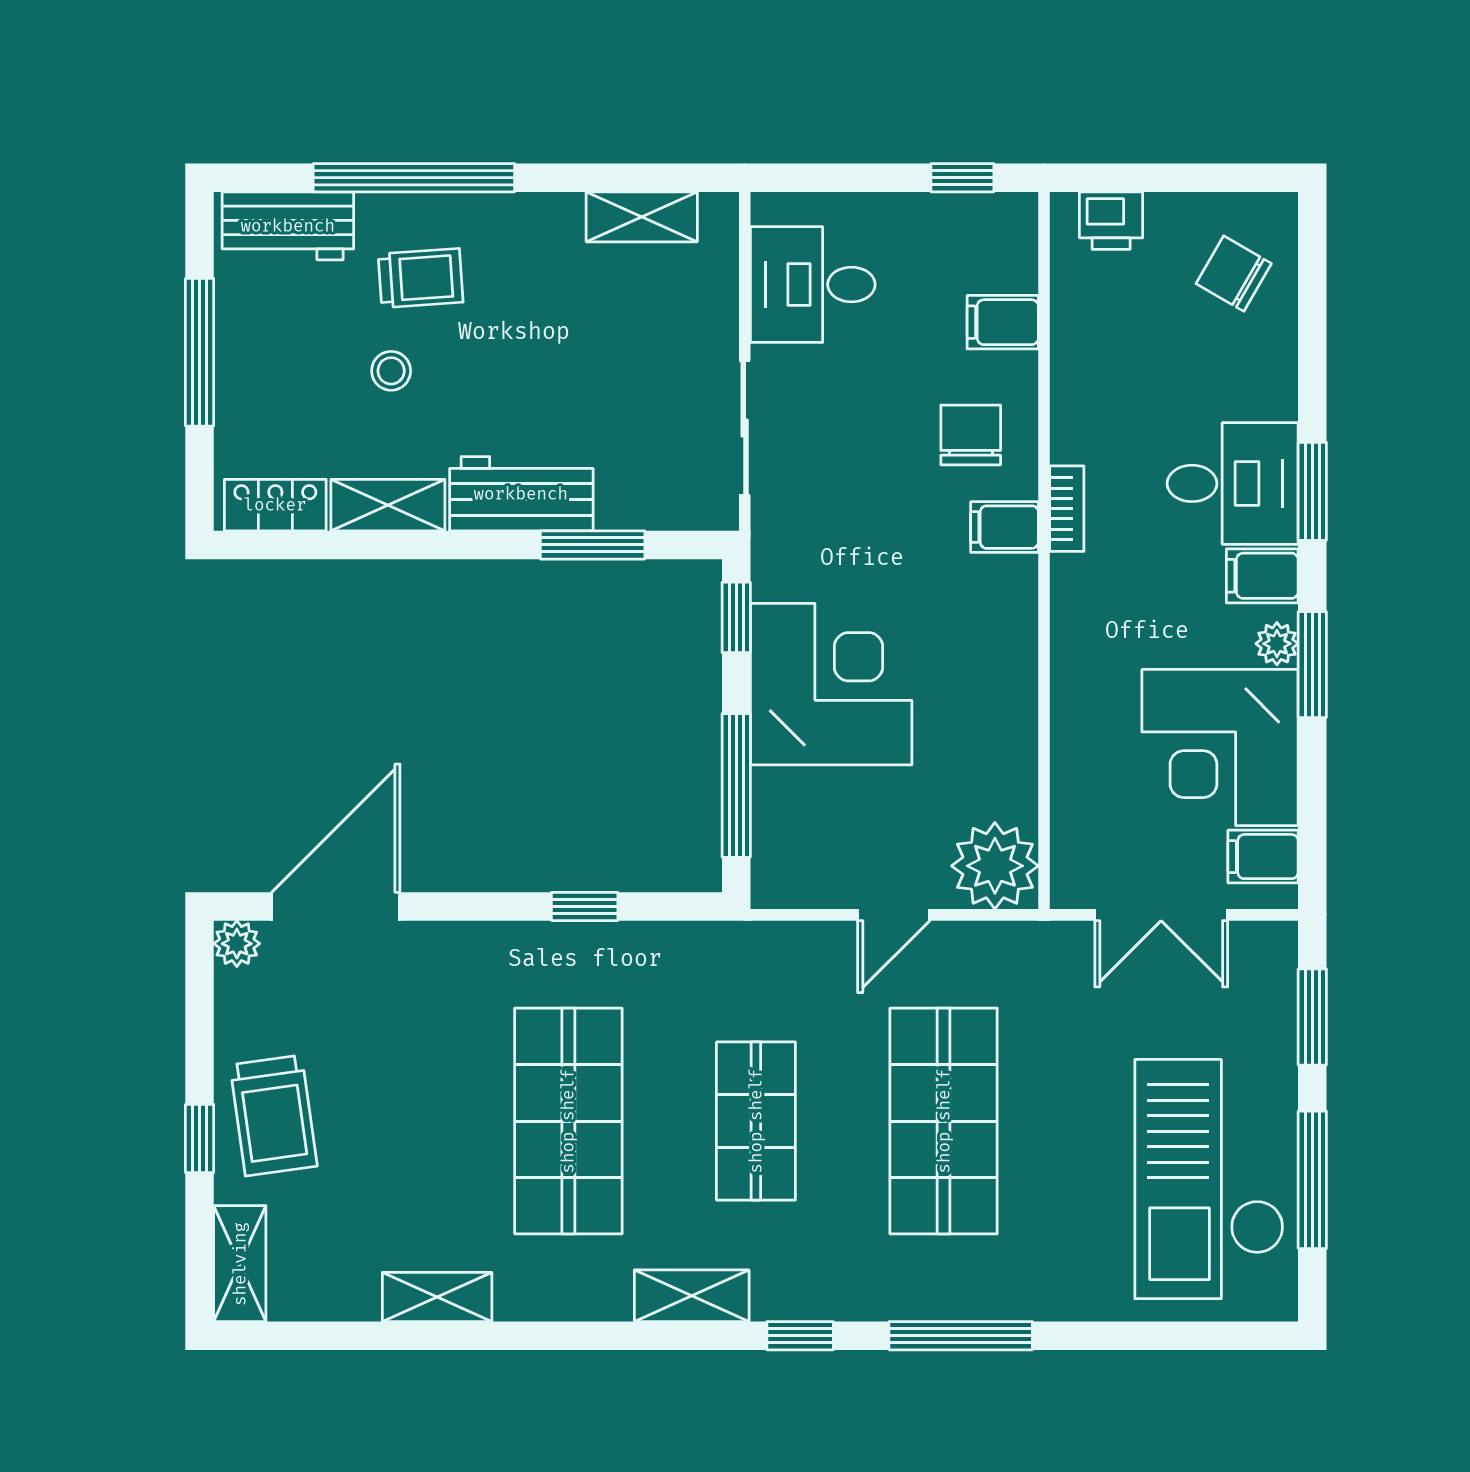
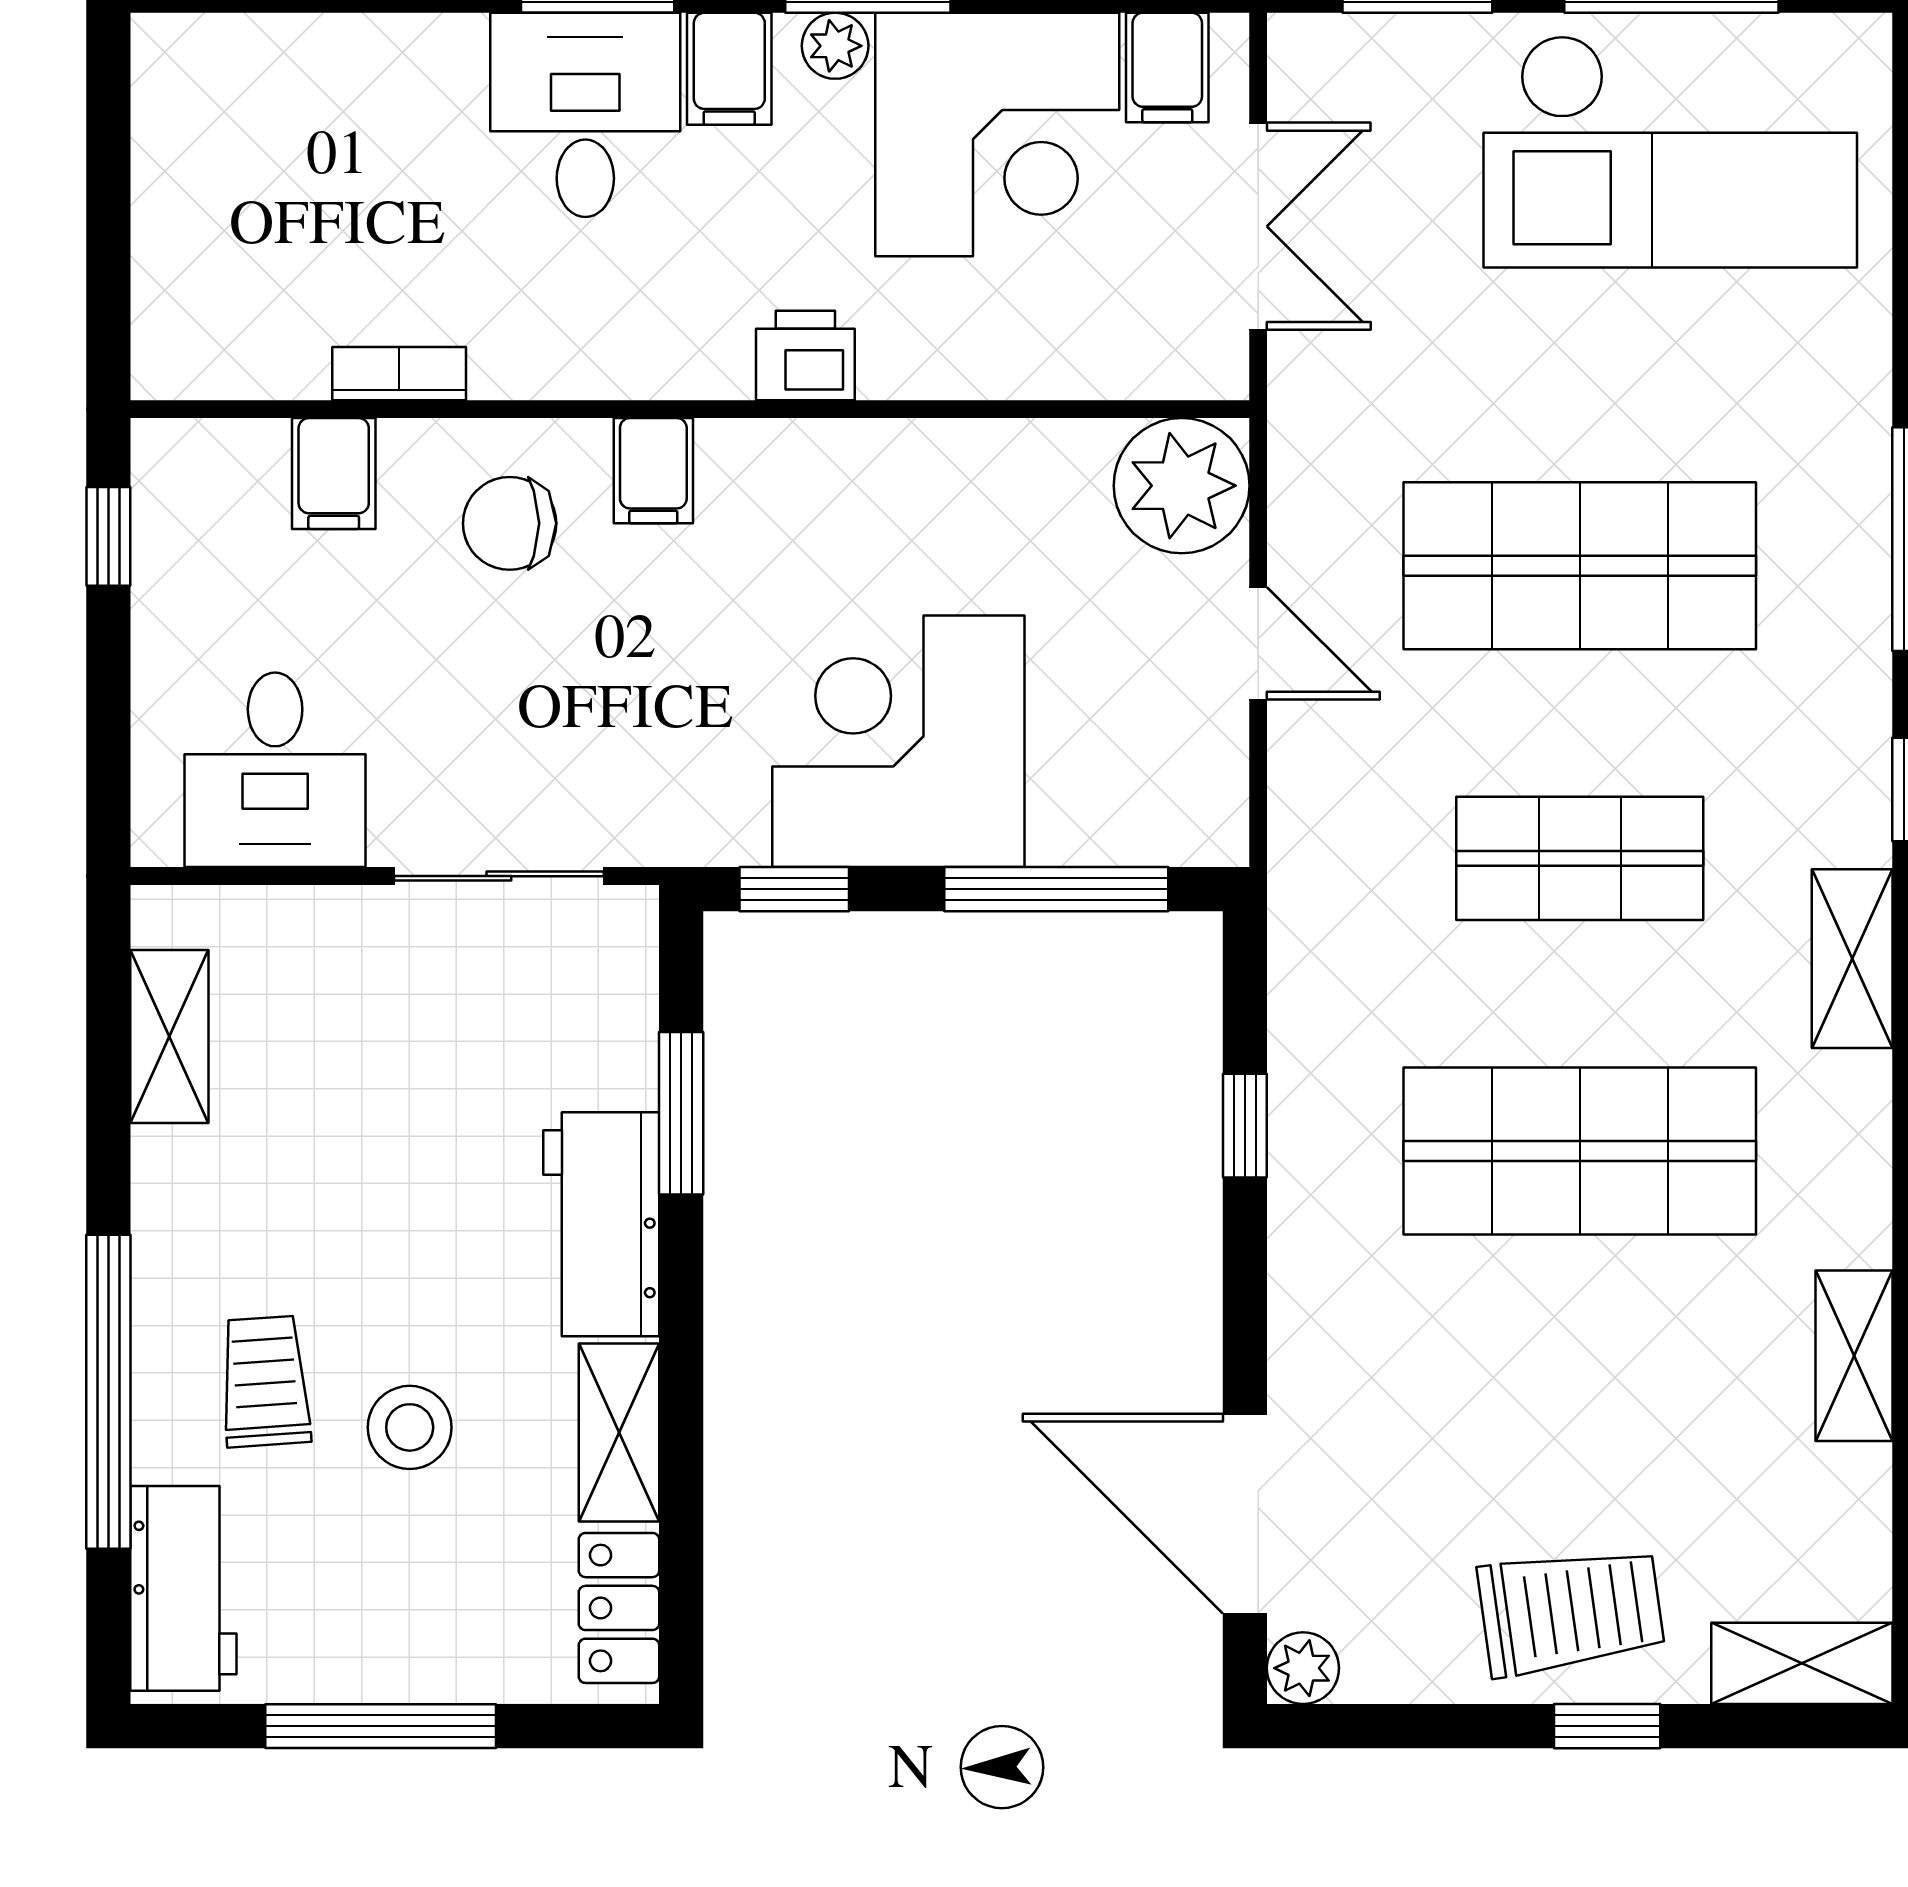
printer: (1111, 221) -> (805, 355), moved, turned -90
chair: (1234, 274) -> (258, 113), removed
stool: (391, 371) -> (410, 1427), width x1.37, depth x1.37
bookcase: (1067, 509) -> (399, 374), moved

